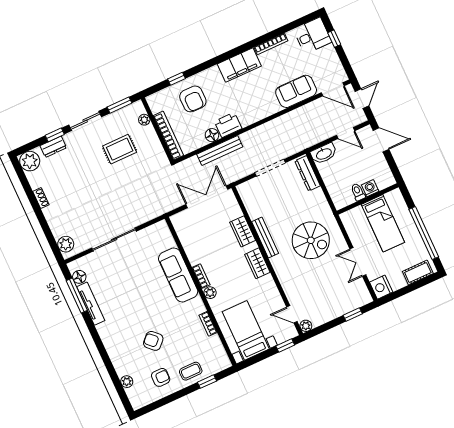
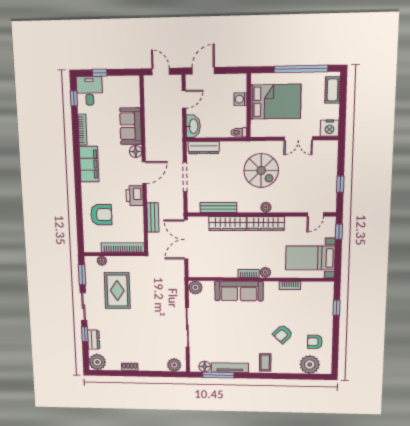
window: (177, 79) -> (74, 98), moved
door: (333, 89) -> (144, 173), moved
floor lamp: (212, 135) -> (136, 152), moved
rug: (120, 149) -> (117, 290), width x1.36, depth x1.43
bench: (220, 151) -> (153, 217), width x0.73
toilet: (358, 192) -> (239, 132), moved
bed: (383, 223) -> (276, 102), width x1.50
plant: (161, 229) -> (195, 287), added
wardrobe: (243, 231) -> (228, 223), width x1.50
bench: (265, 238) -> (218, 208), moved
spiral stairs: (311, 240) -> (261, 170), turned 90
wardrobe: (257, 263) -> (266, 223), width x1.50
window: (353, 315) -> (340, 184), moved
plant: (306, 326) -> (266, 207), moved
coffee table: (191, 371) -> (265, 362), moved
armchair: (161, 377) -> (315, 342), turned -90
plant: (127, 382) -> (310, 365), width x1.88, depth x1.88

